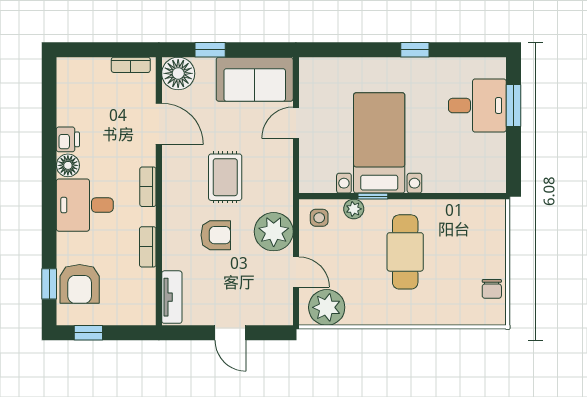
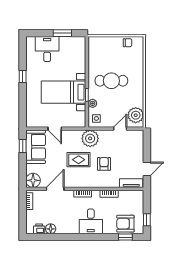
window: (210, 50) -> (23, 146), moved
window: (513, 106) -> (62, 33), moved
printer: (68, 139) -> (39, 229), moved
floor lamp: (68, 165) -> (51, 229), moved
plant: (274, 232) -> (90, 138), moved
armchair: (80, 284) -> (125, 224), turned 180
door: (230, 333) -> (147, 169), moved

